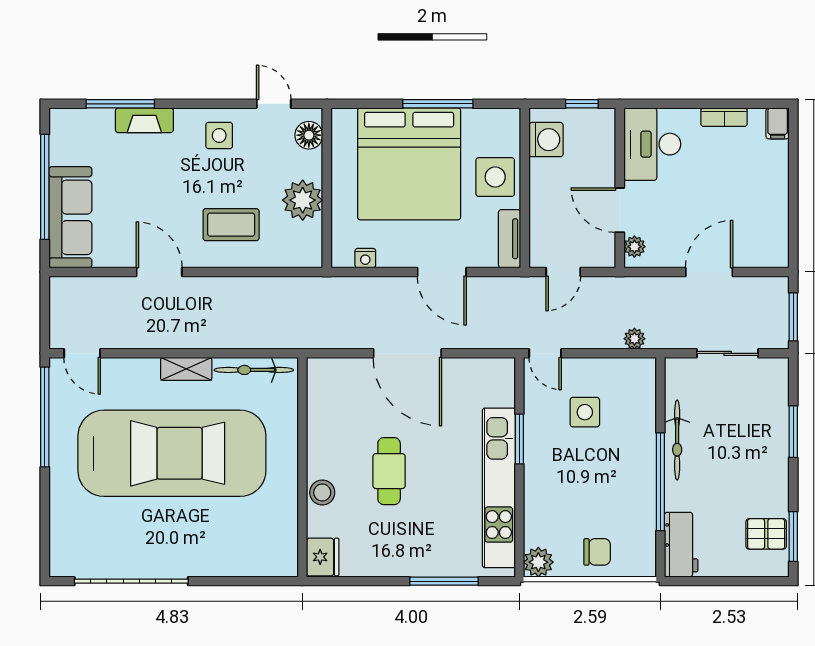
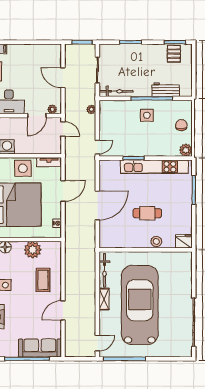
door: (563, 272) -> (63, 129), moved
side table: (585, 412) -> (147, 115), moved
bicycle: (677, 440) -> (116, 91), moved
workbench: (681, 545) -> (166, 90), moved

